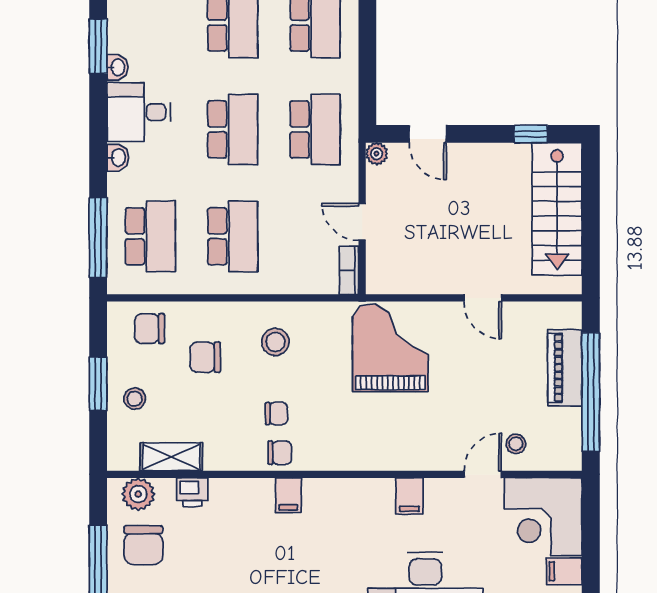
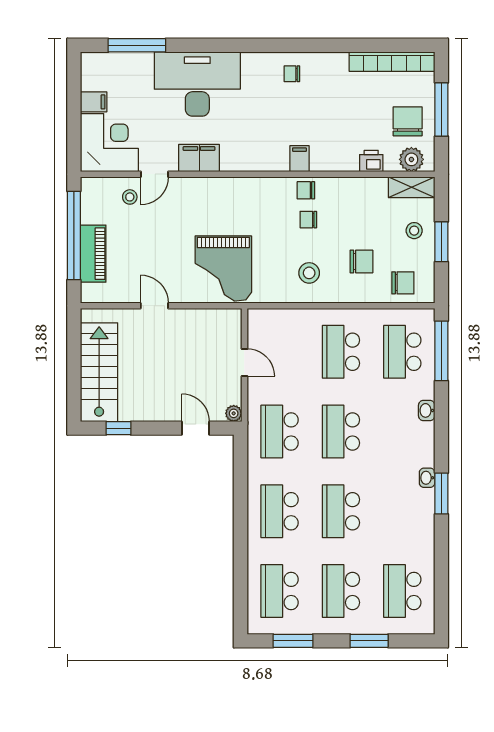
desk: (139, 112) -> (411, 444), removed
bookcase: (349, 270) -> (254, 326), removed
shelving: (171, 457) -> (412, 187), moved
filing cabinet: (409, 496) -> (199, 158), width x2.00

